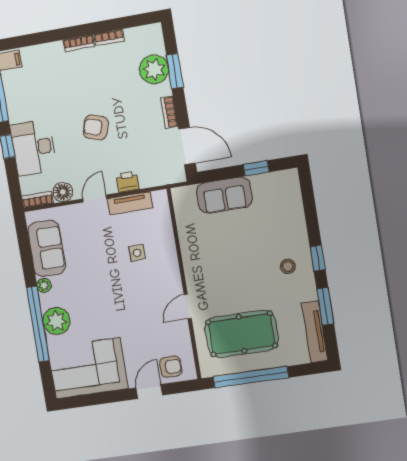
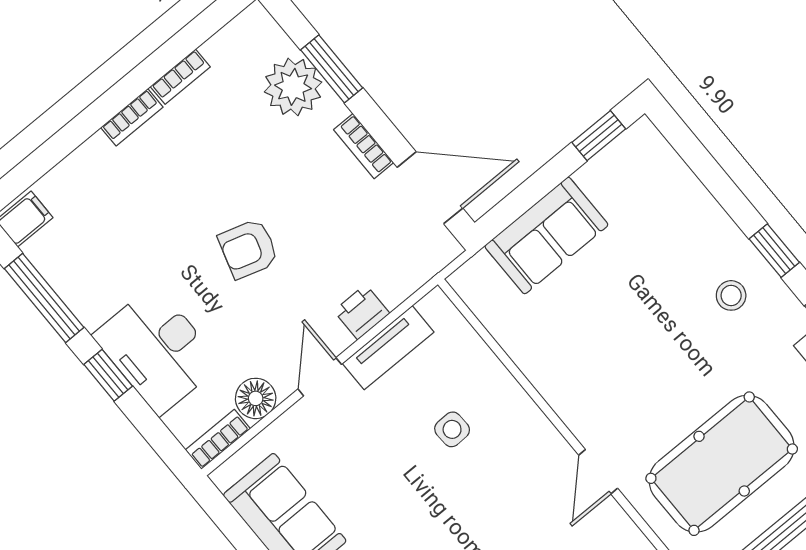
window: (256, 168) -> (599, 136), moved

